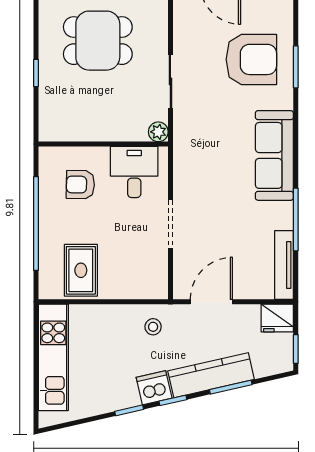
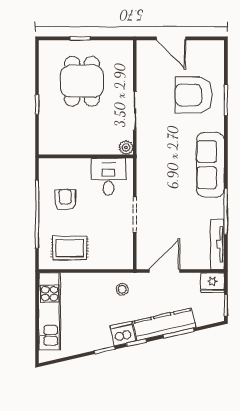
dining table: (98, 41) -> (82, 81), turned 90
armchair: (251, 59) -> (194, 95), turned 180
armchair: (80, 185) -> (65, 200), moved, turned 89
rug: (81, 270) -> (70, 248), turned 90

